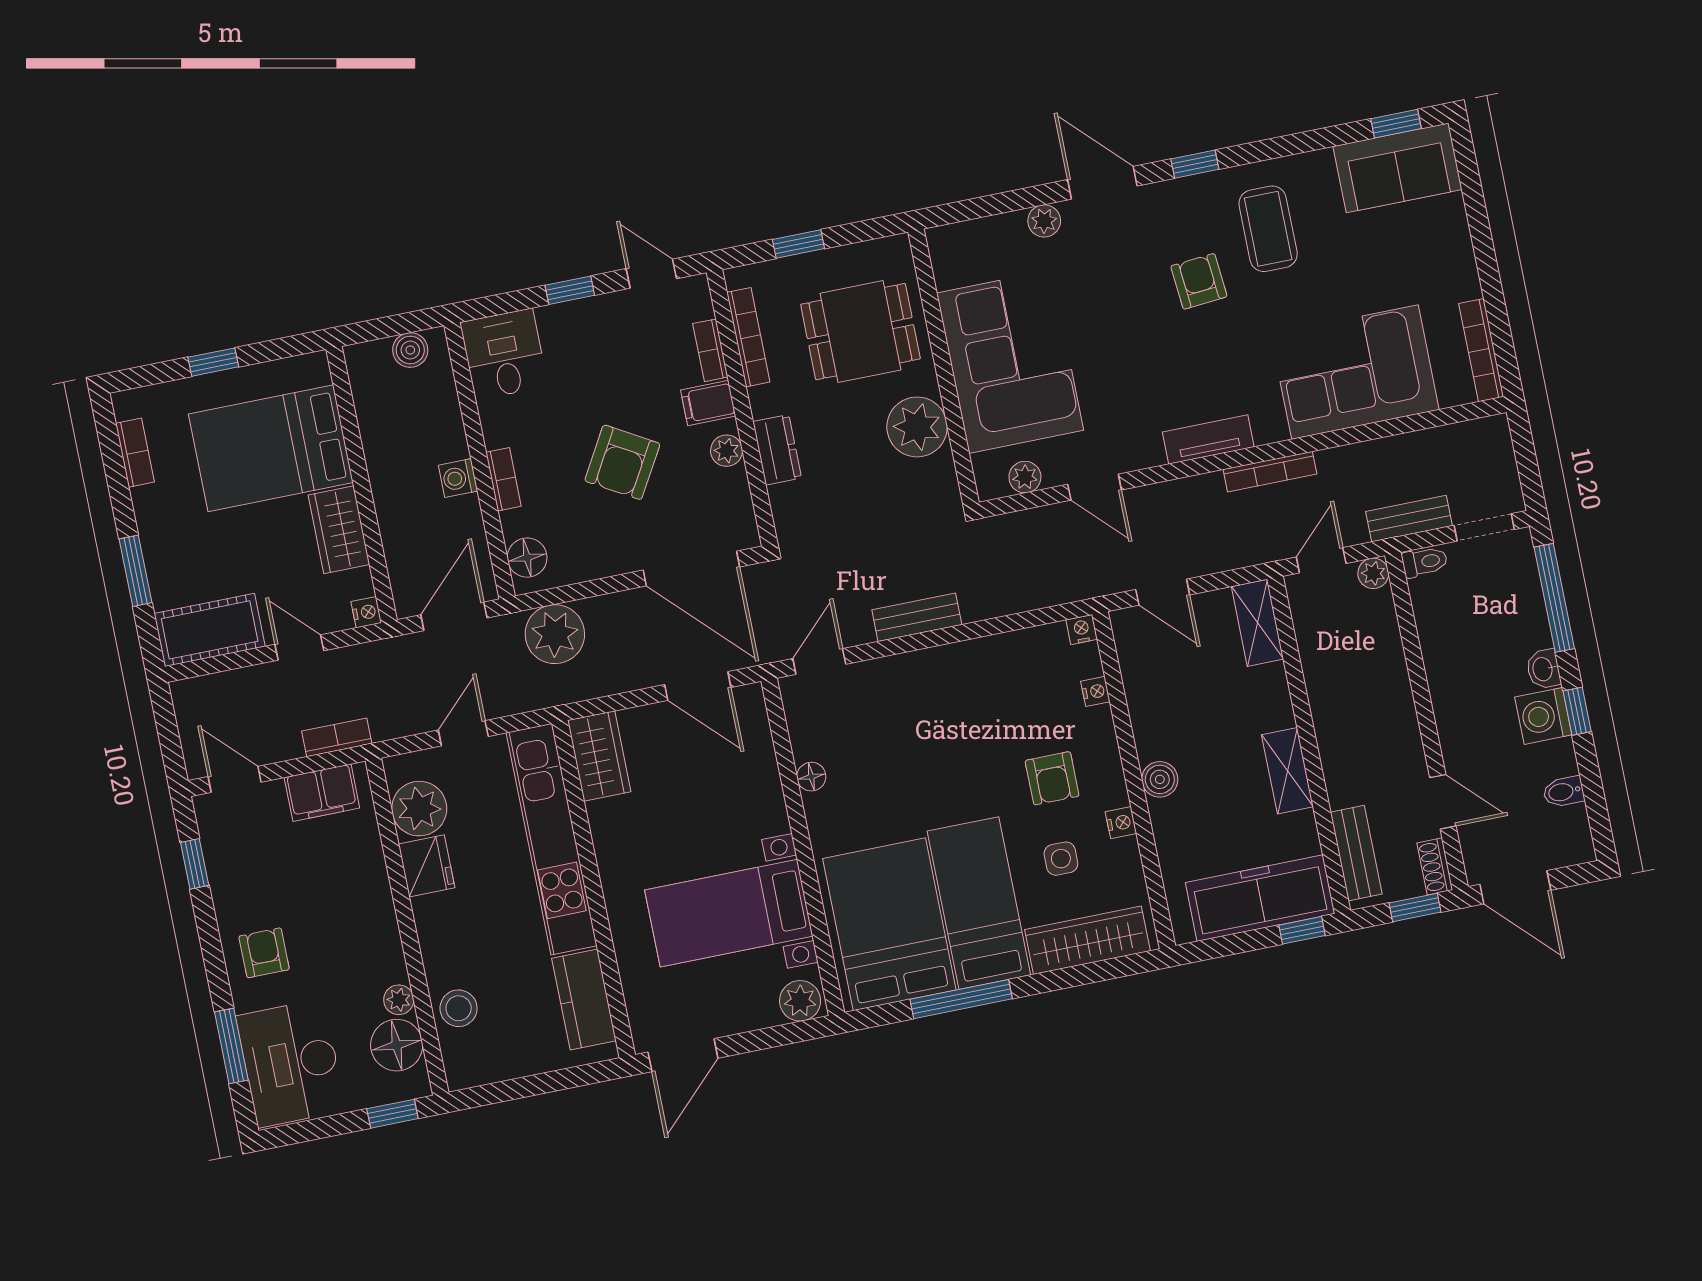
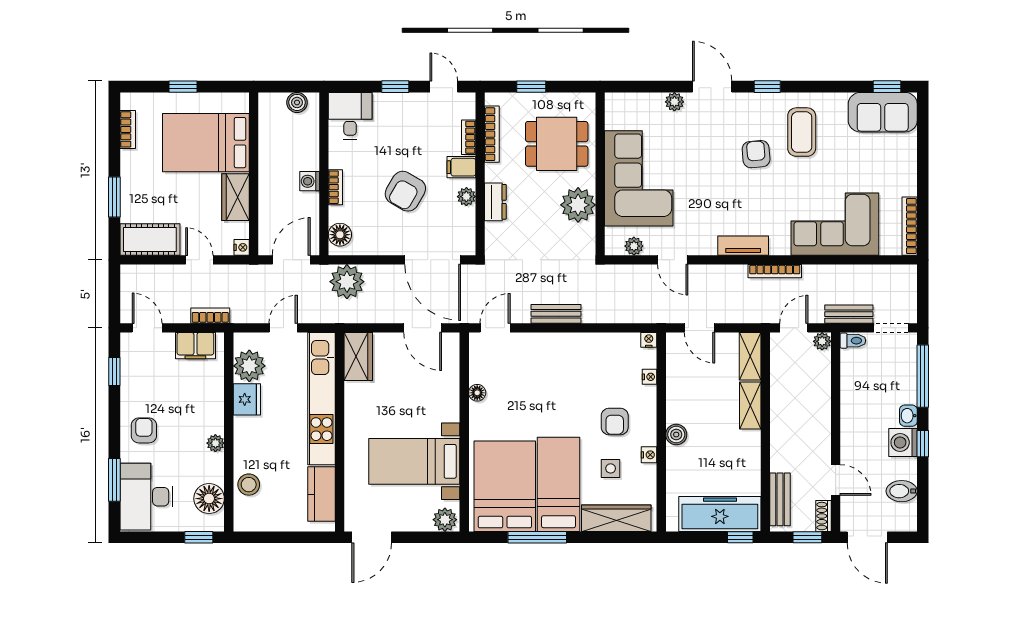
shelving: (1287, 771) -> (750, 406), moved
bidet: (1564, 792) -> (902, 491), width x1.38, depth x1.36
plant: (399, 1000) -> (215, 443), moved

